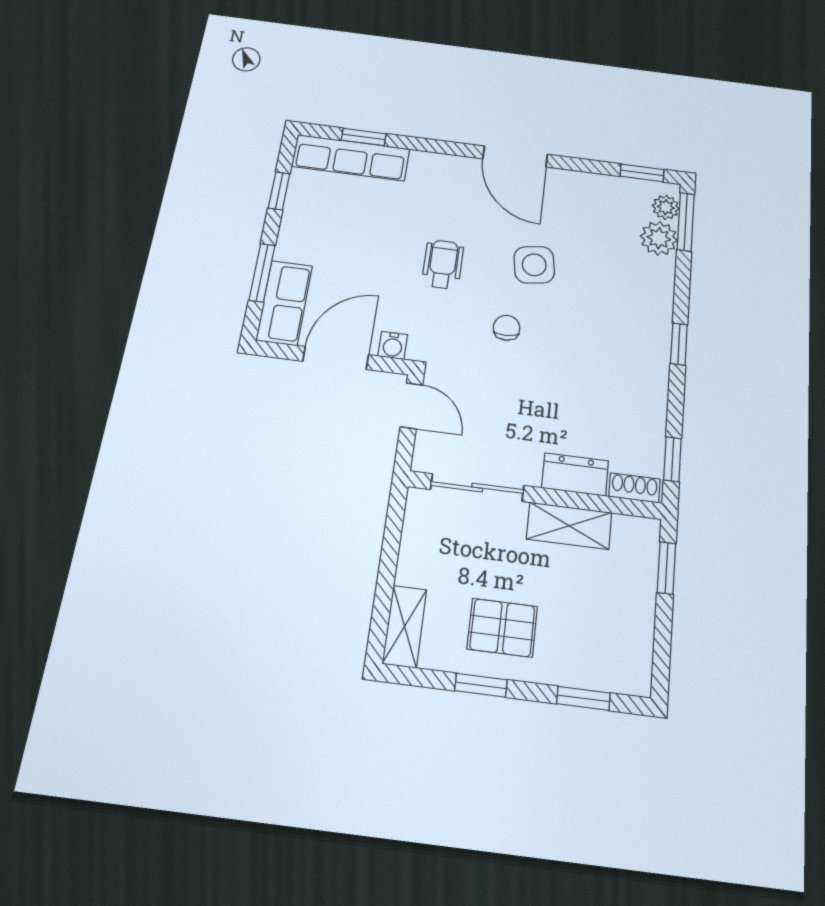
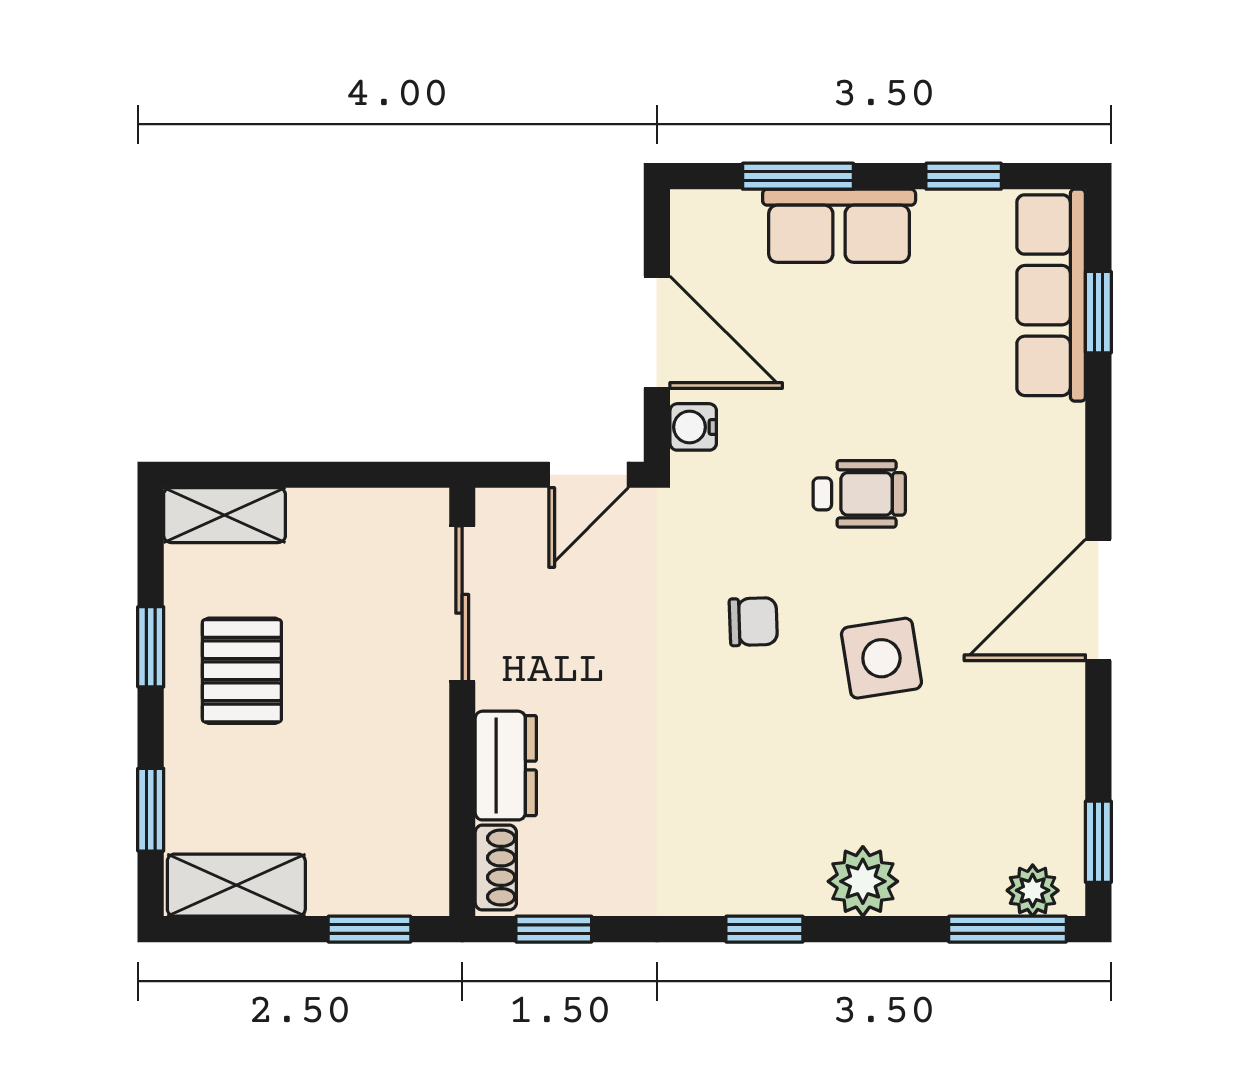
plant: (659, 238) -> (863, 881), moved
row of seats: (284, 303) -> (839, 226), moved
shelving: (569, 526) -> (236, 885), moved, turned 90

